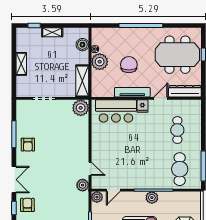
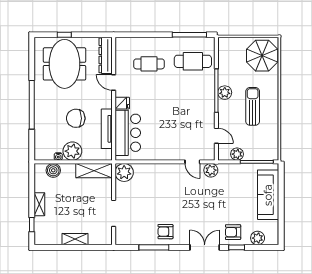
tv unit: (132, 92) -> (107, 129), moved
armchair: (28, 145) -> (165, 232), turned 180
door: (90, 169) -> (192, 162), swing flipped
plant: (97, 197) -> (237, 154), moved

